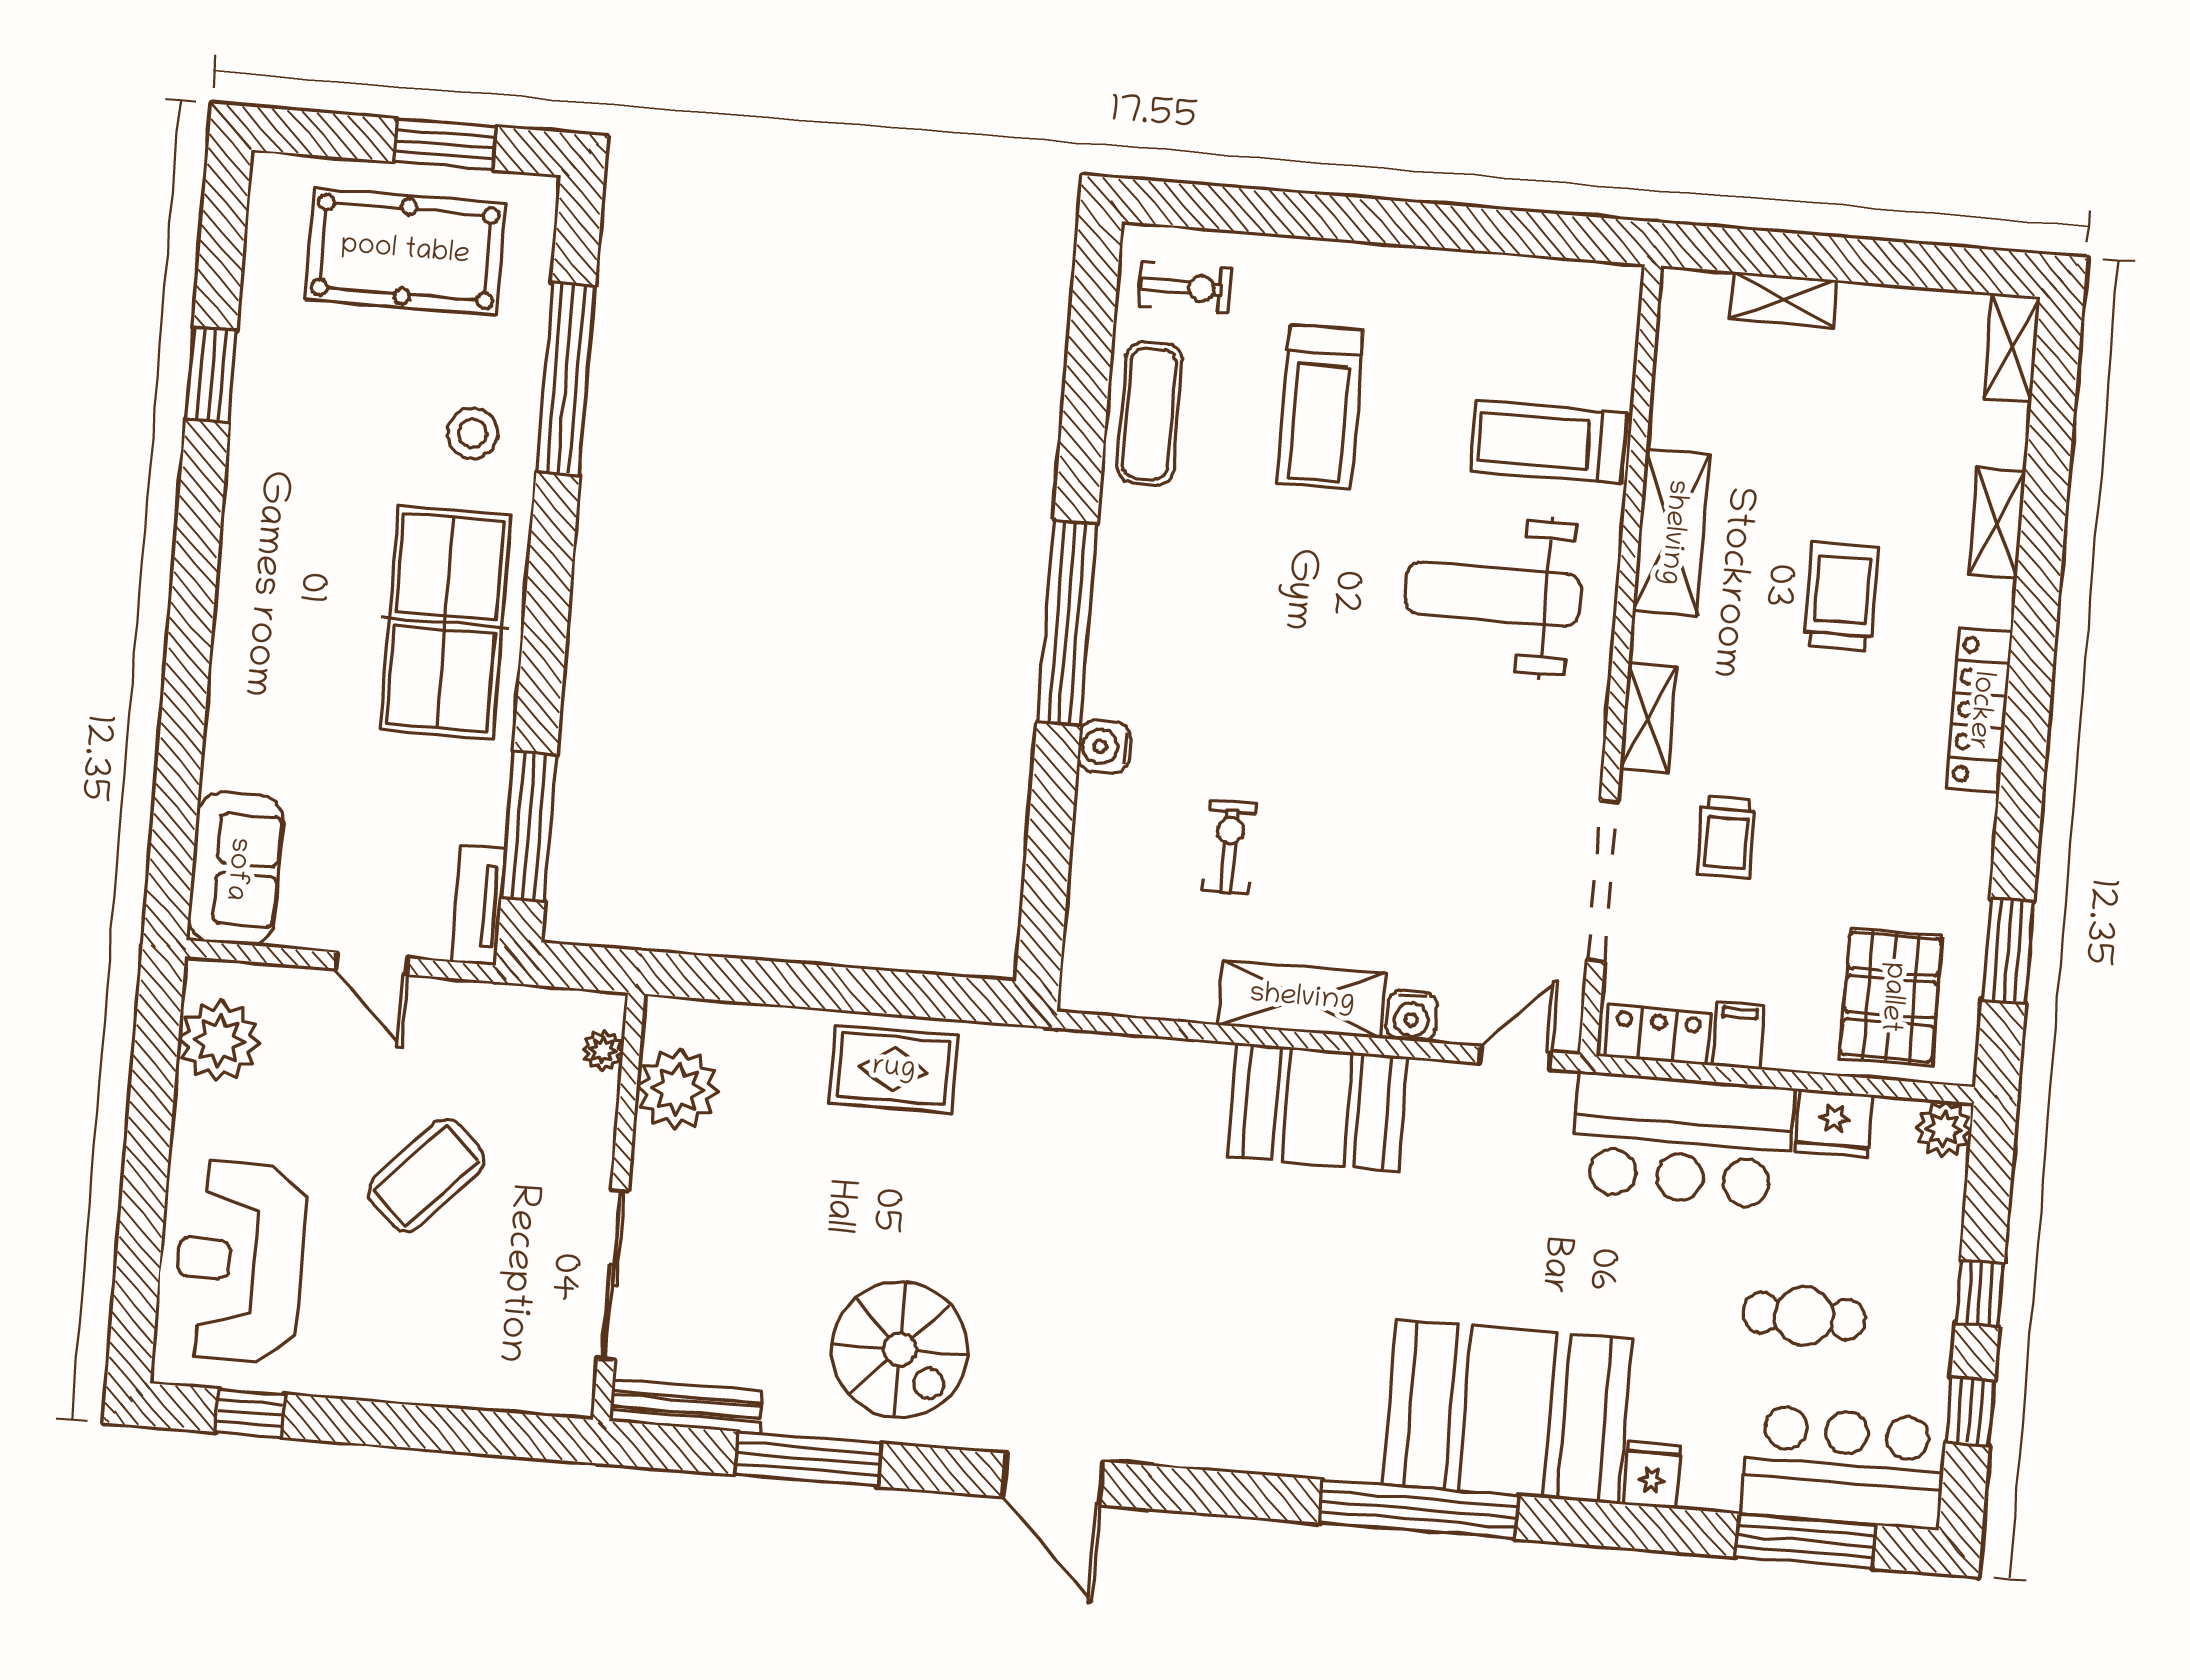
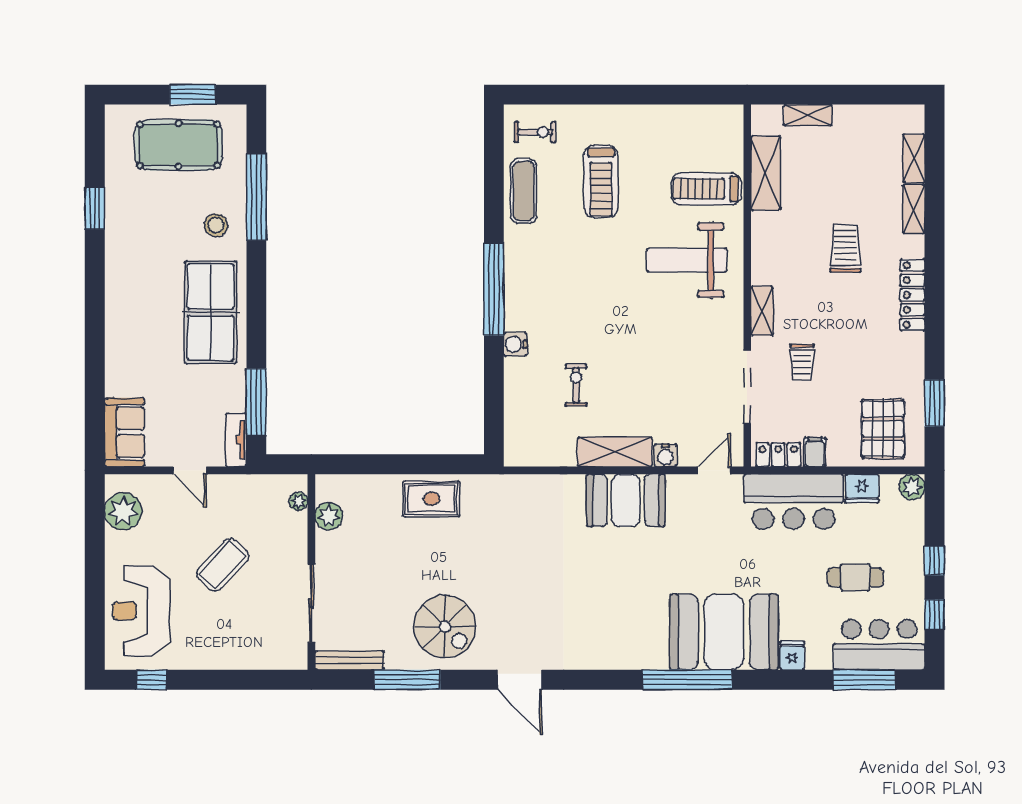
shelving: (2012, 348) -> (914, 158), moved
shelving: (1672, 532) -> (766, 173), moved
plant: (678, 1089) -> (329, 516), width x0.73, depth x0.73

